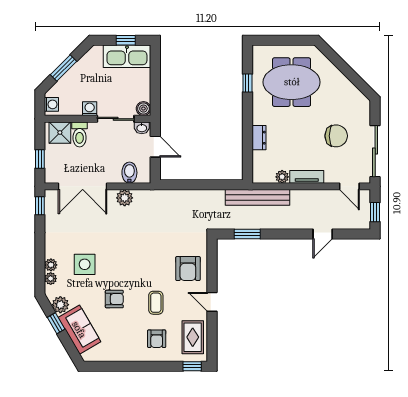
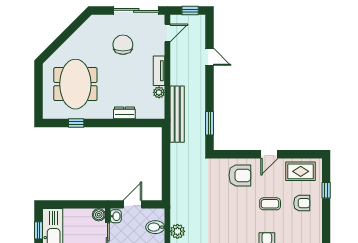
window: (192, 366) -> (326, 190), moved

